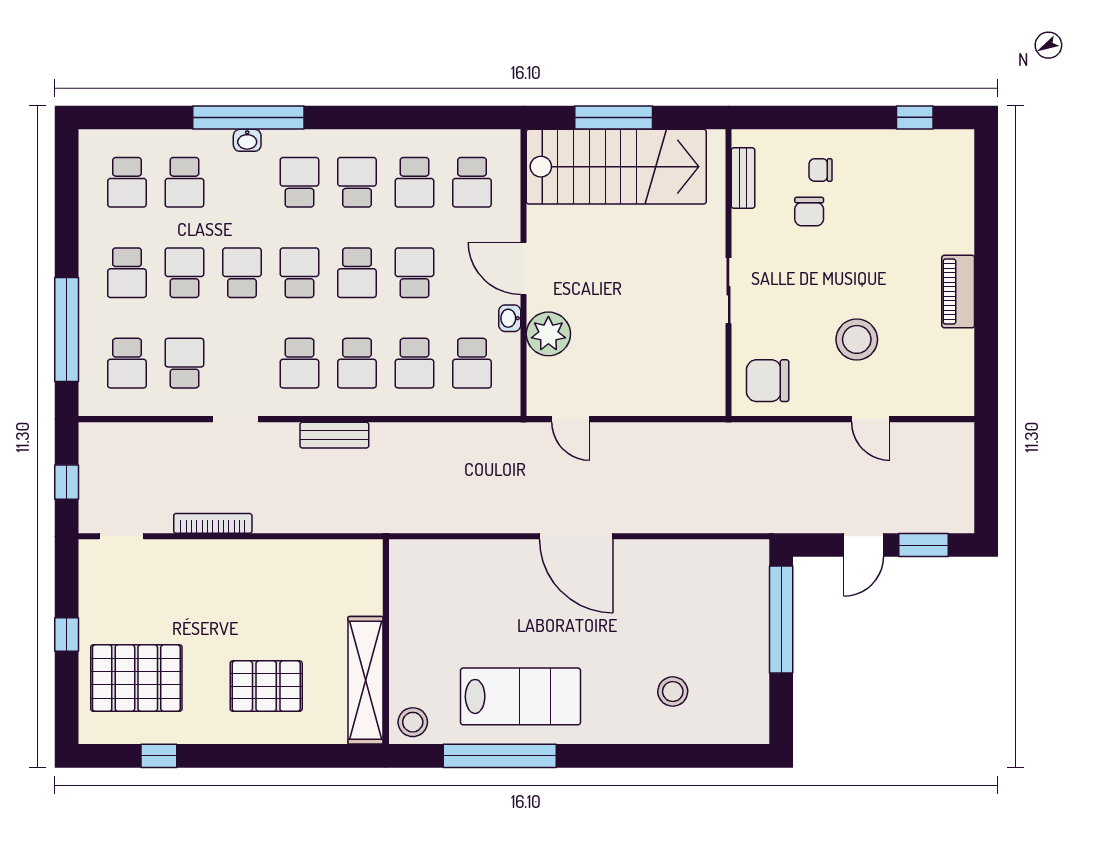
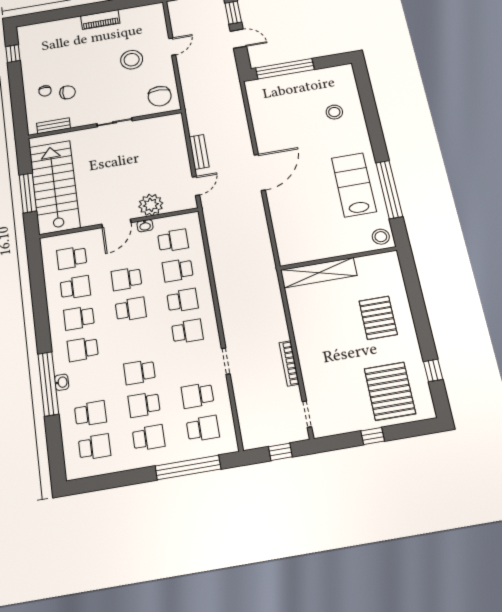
school desk: (472, 182) -> (72, 258), turned 180
school desk: (299, 273) -> (135, 340), removed
school desk: (414, 363) -> (178, 270), turned 180
bench: (334, 435) -> (199, 152), moved
shelving: (366, 680) -> (319, 273), moved

